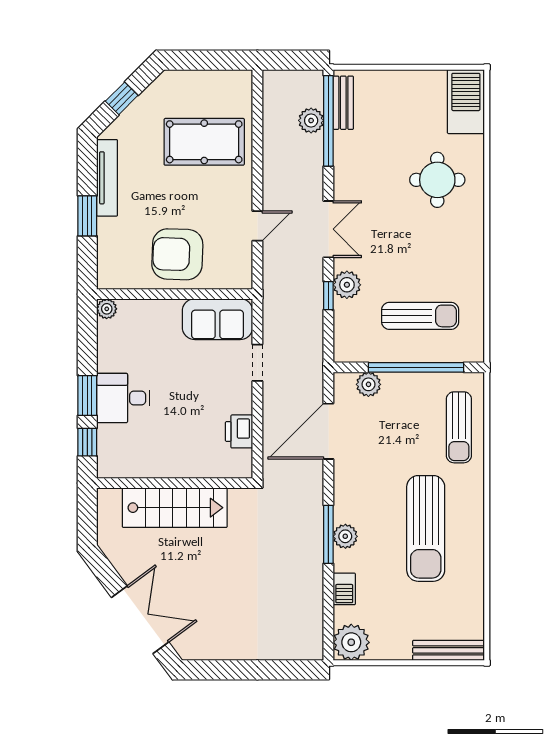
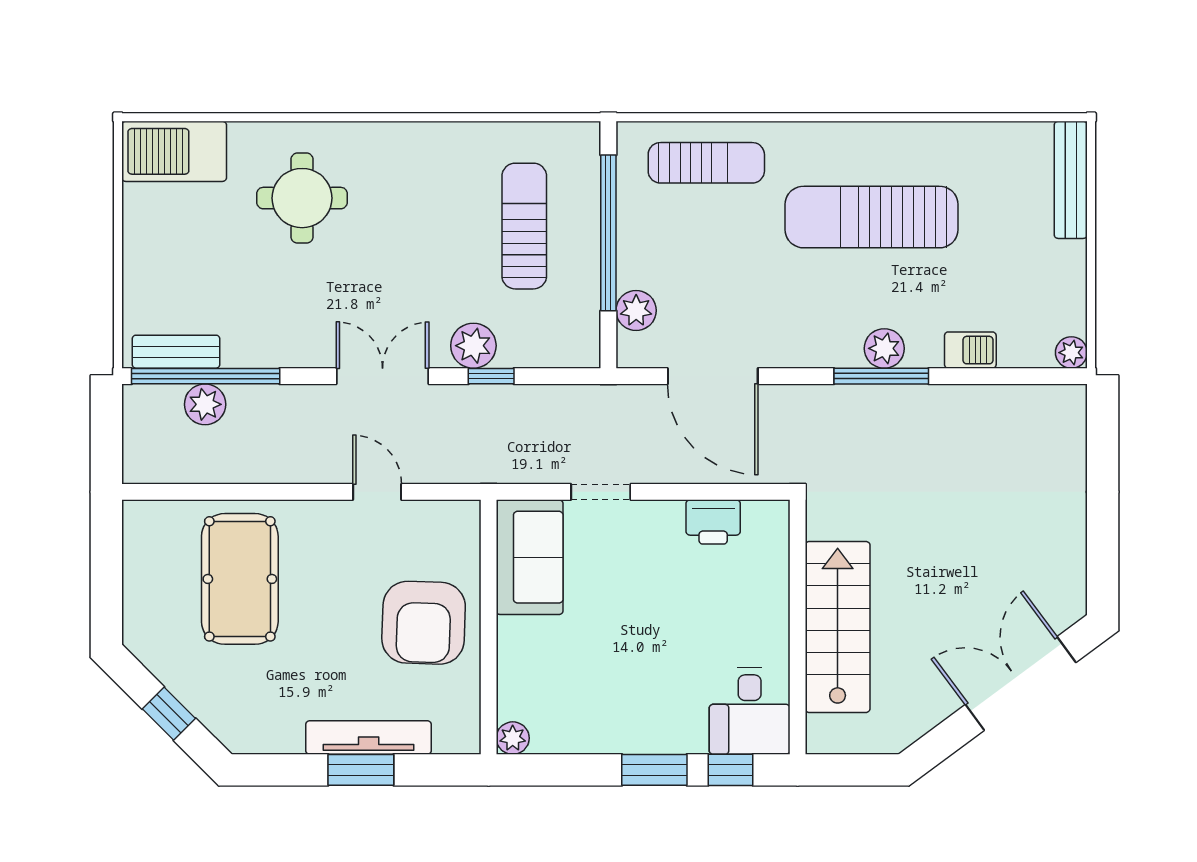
tv unit: (107, 178) -> (369, 738), moved
desk: (123, 398) -> (750, 711), moved
sun lounger: (426, 528) -> (872, 217), turned 180
plant: (351, 642) -> (1071, 353), width x0.53, depth x0.53

